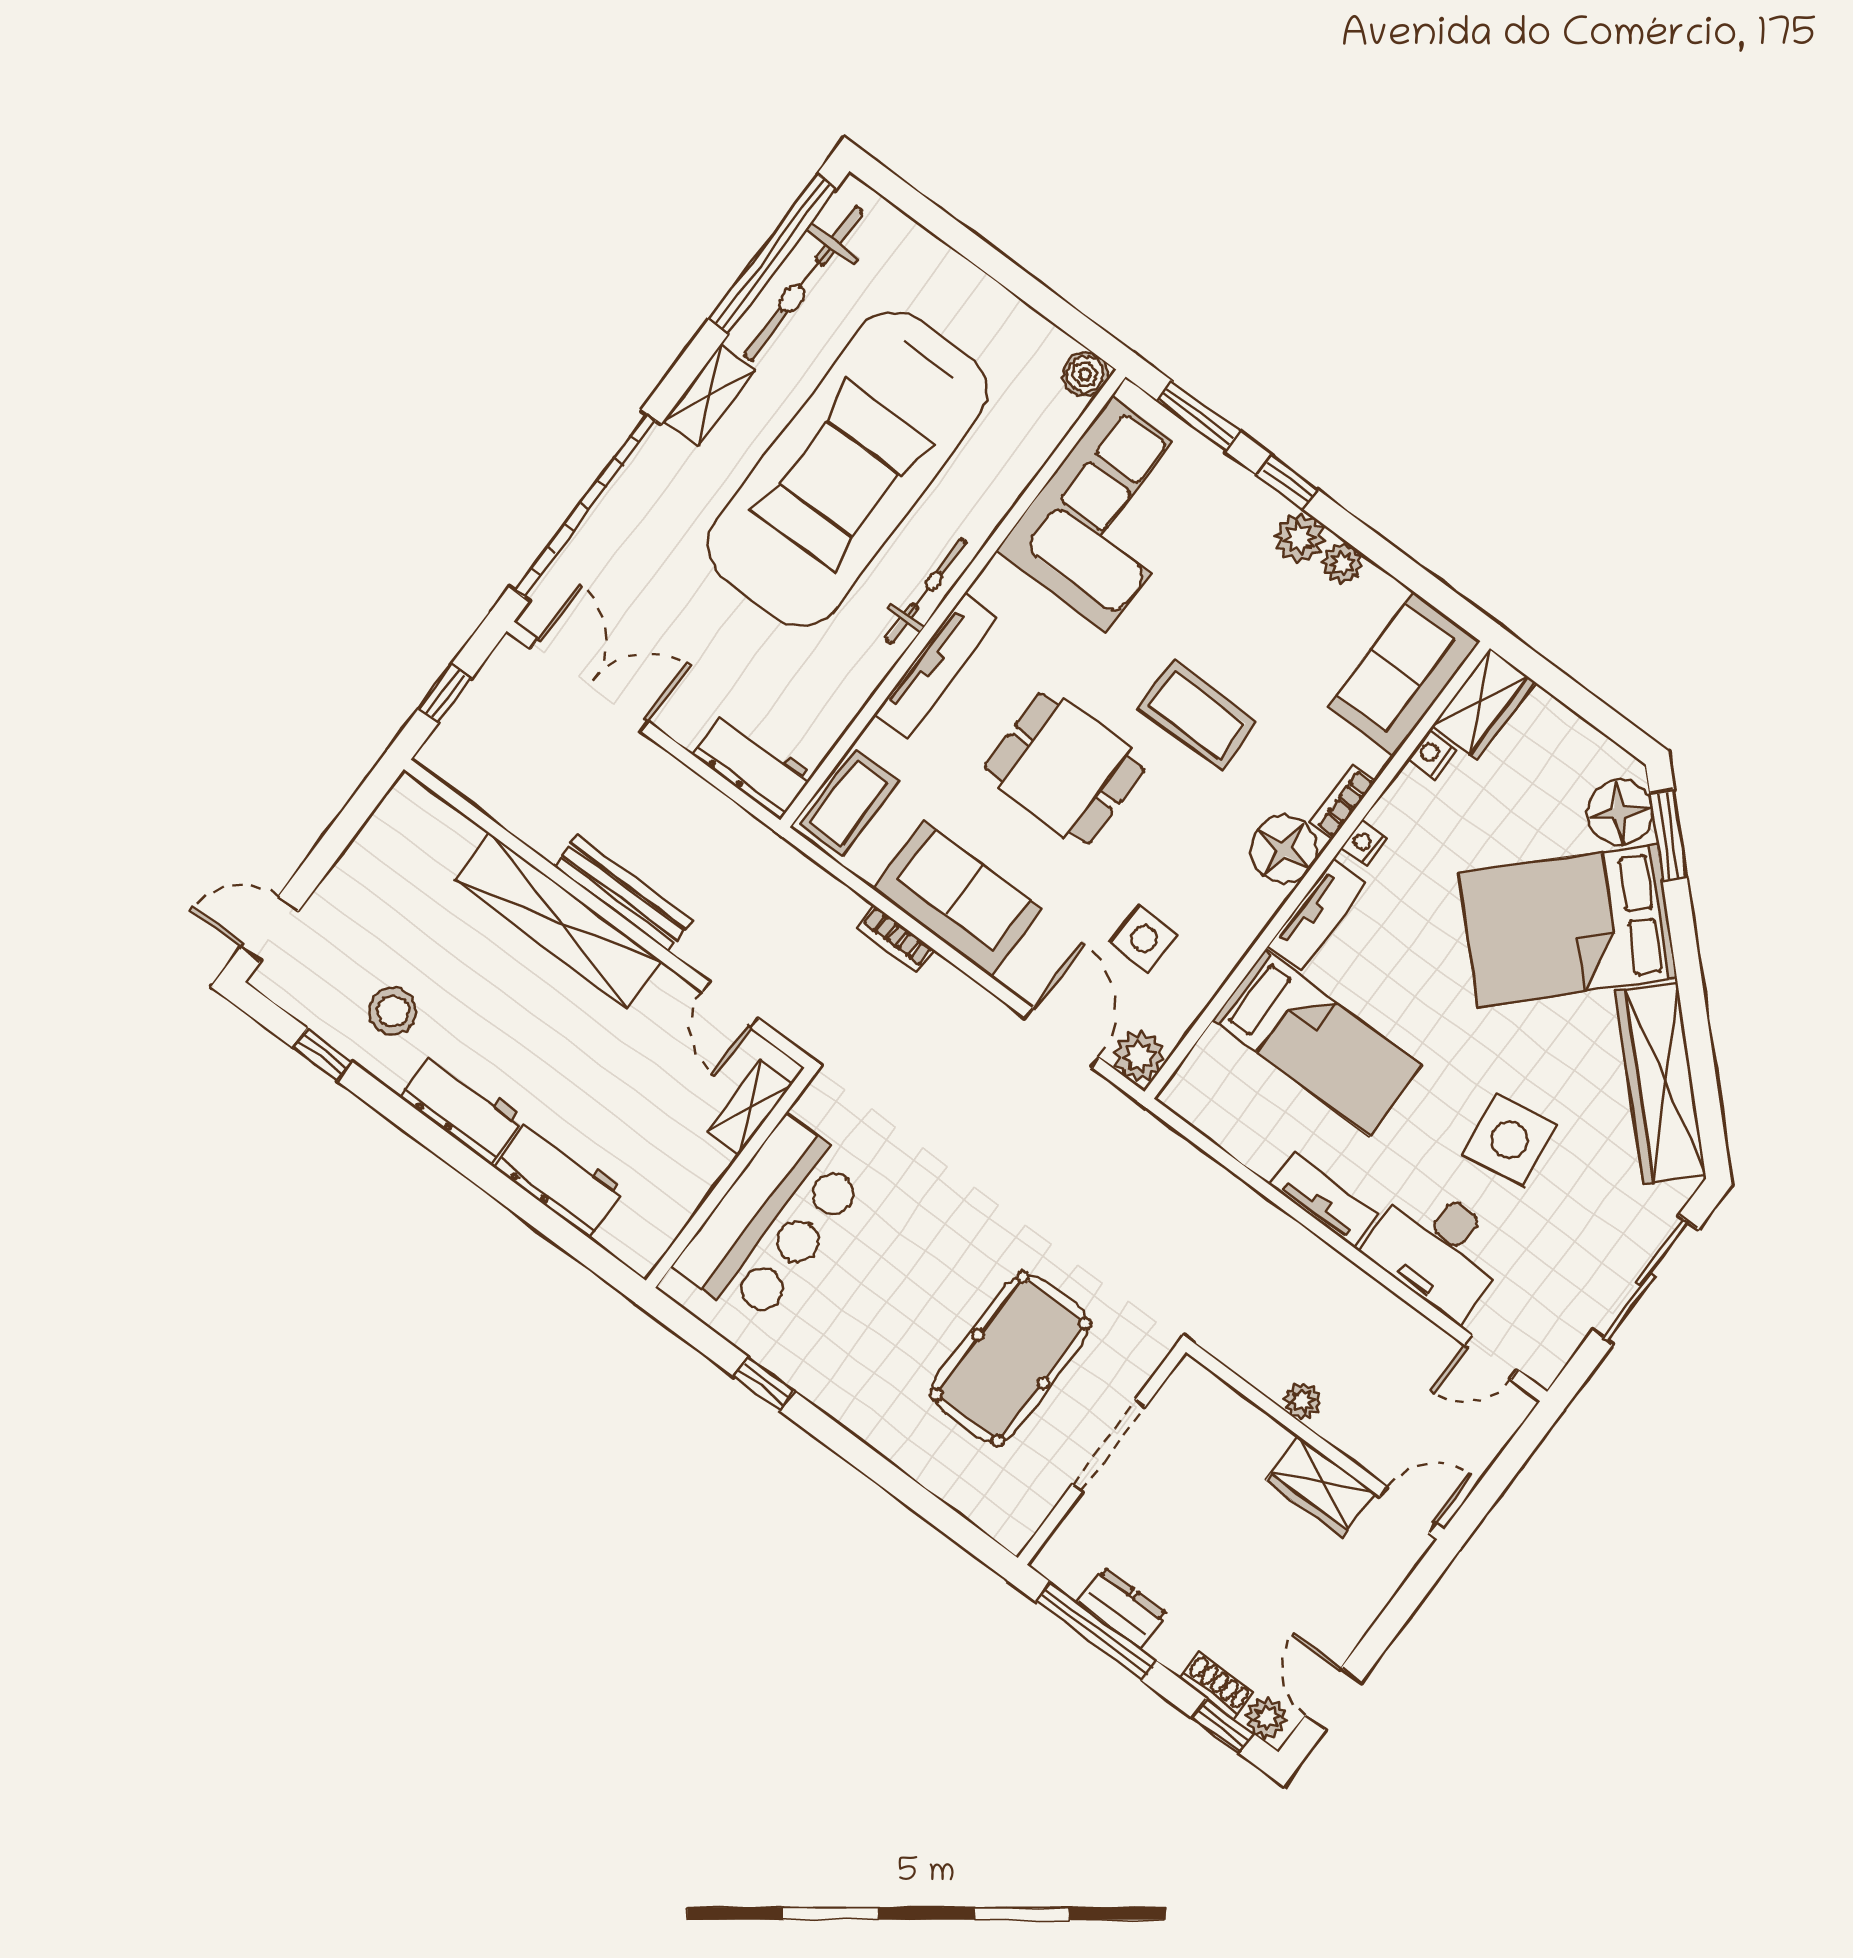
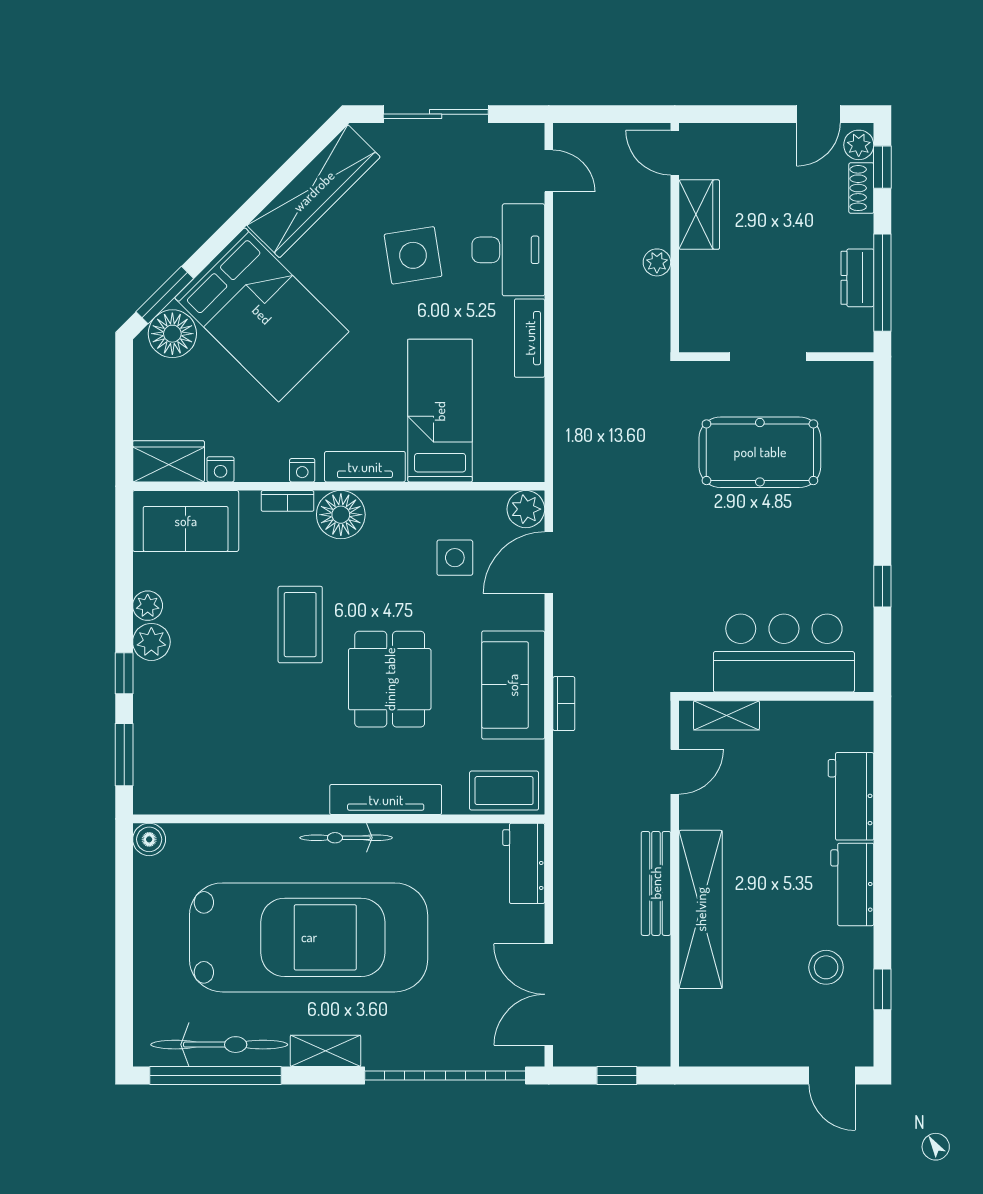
corner sofa: (1109, 514) -> (221, 764), removed

